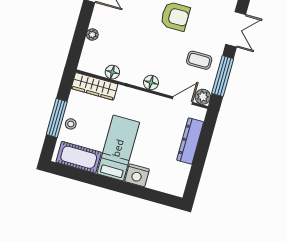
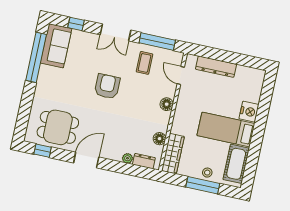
double door: (236, 29) -> (115, 32), swing flipped
dresser: (88, 53) -> (144, 161), added
plant: (203, 97) -> (176, 58), removed

